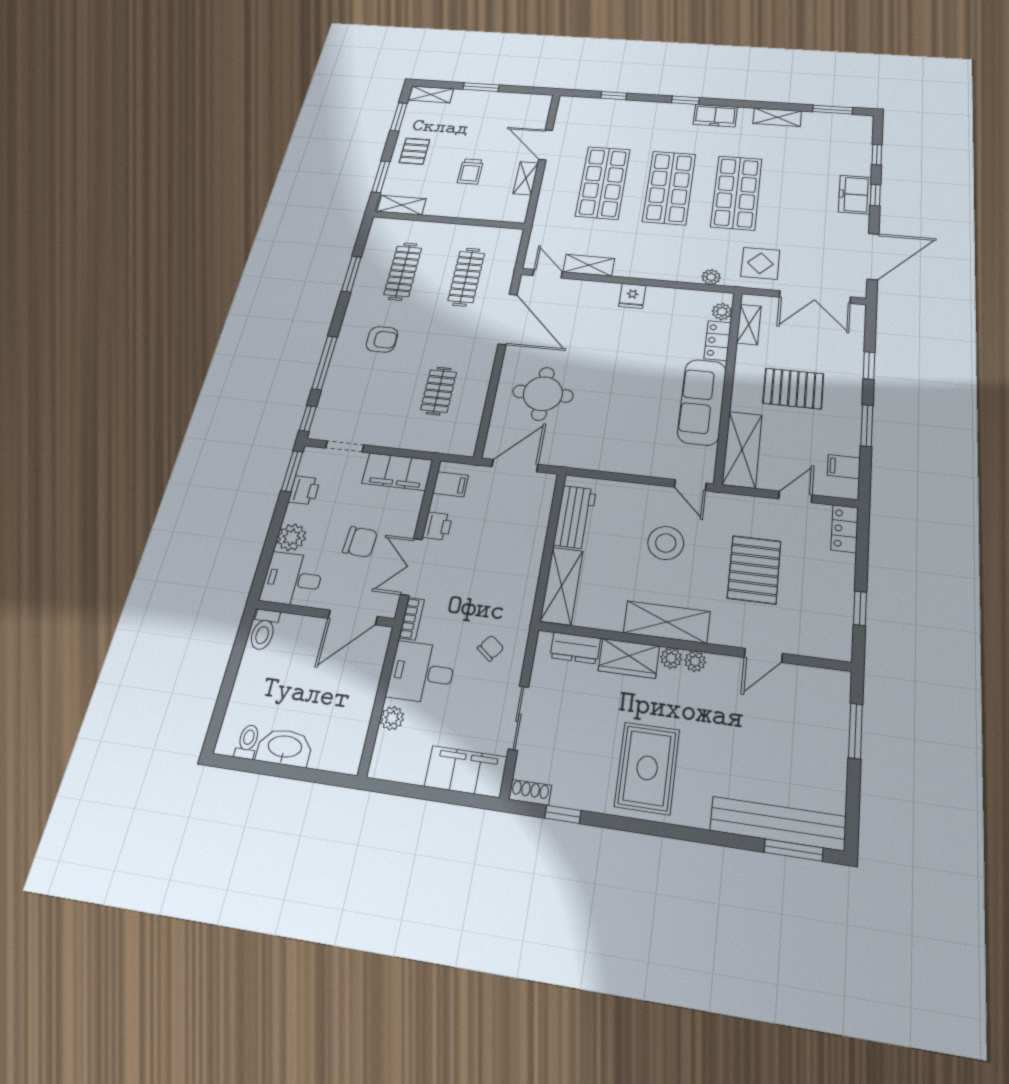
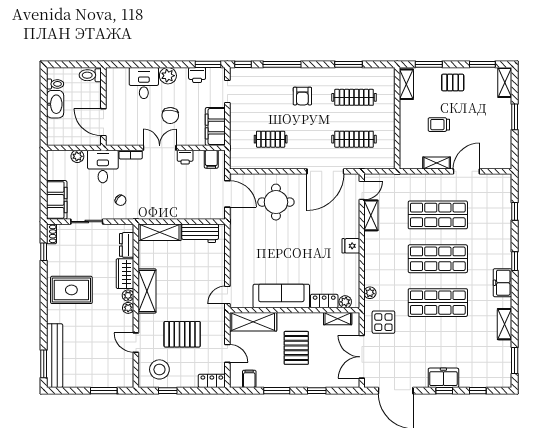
stool: (666, 543) -> (159, 369), moved
wall: (325, 614) -> (103, 106), moved
door: (353, 617) -> (103, 122), moved
toilet: (264, 630) -> (90, 75), moved

